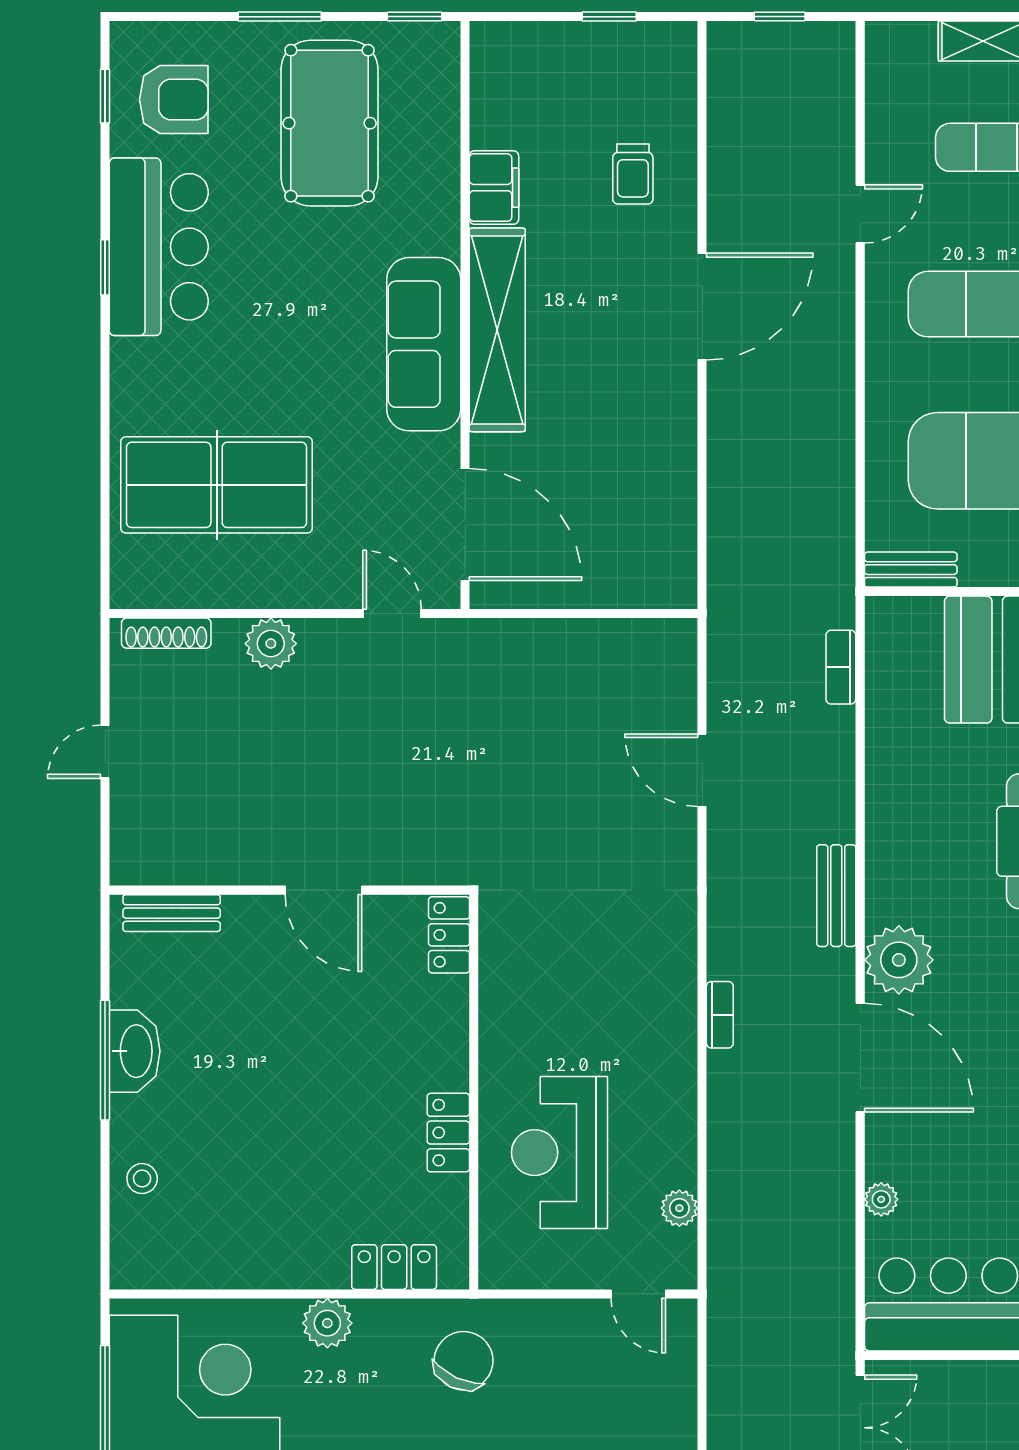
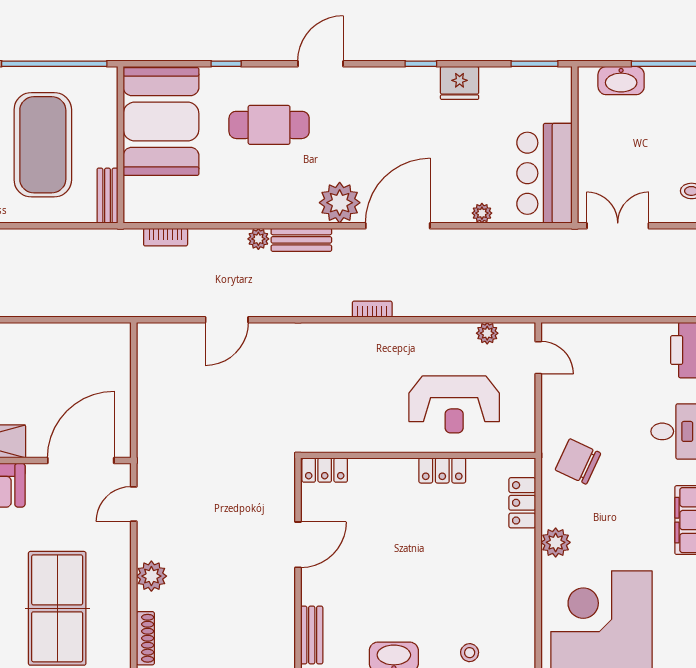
plant: (838, 823) -> (258, 239), added
door: (638, 1294) -> (538, 358), hinge flipped

